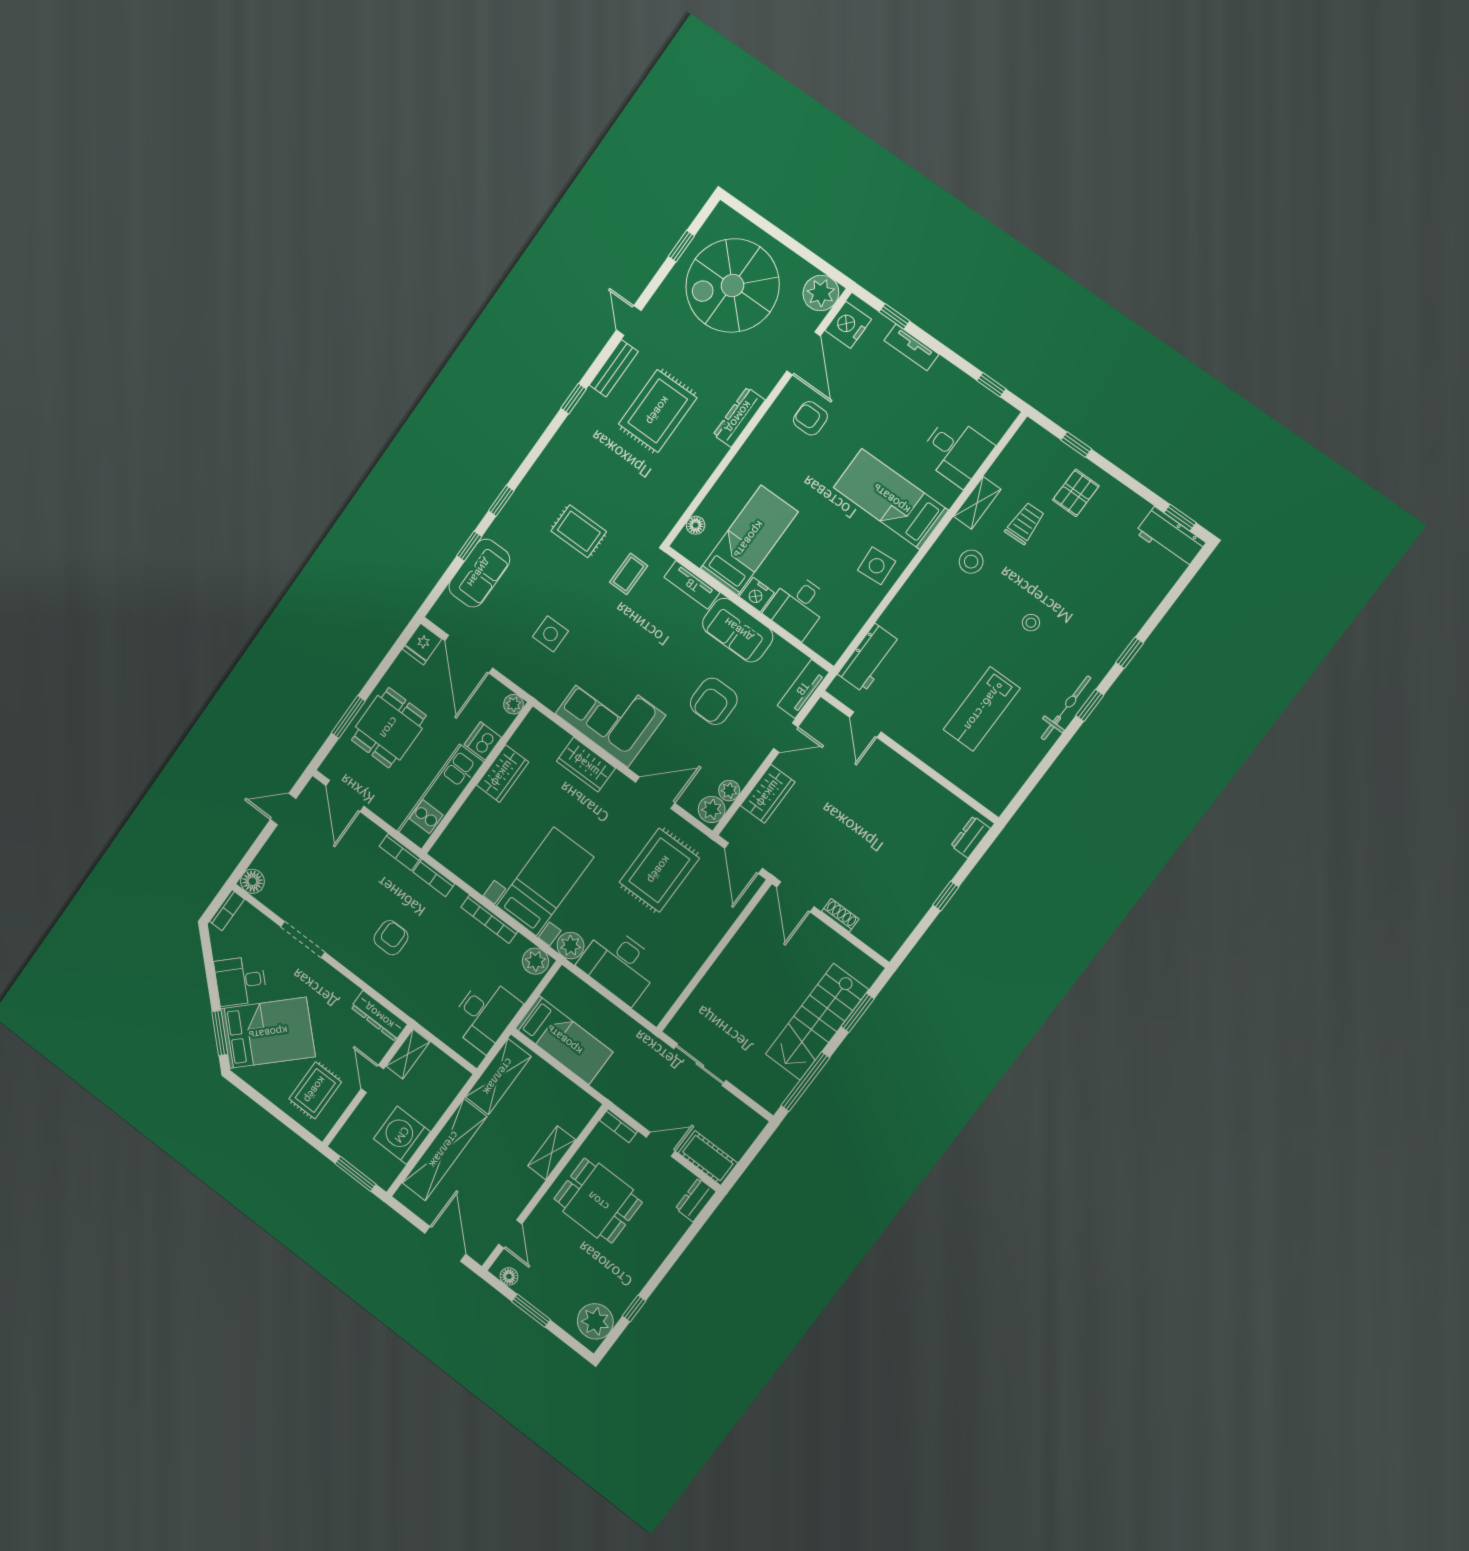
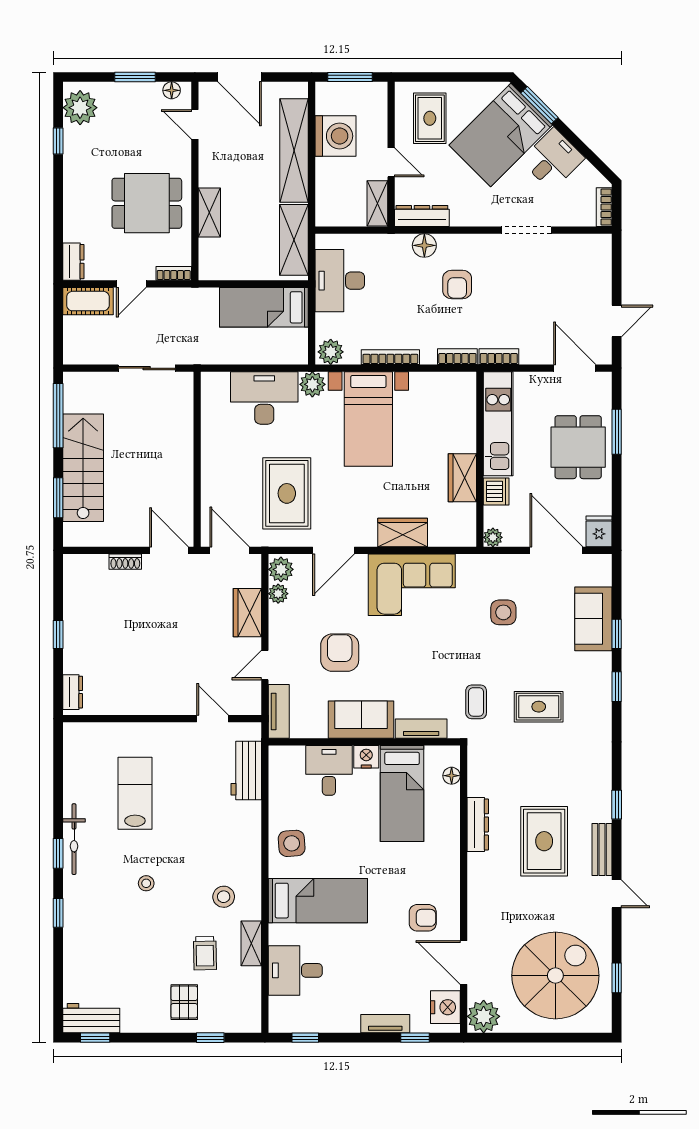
dresser: (739, 417) -> (478, 824), moved
floor lamp: (252, 881) -> (424, 245), moved

